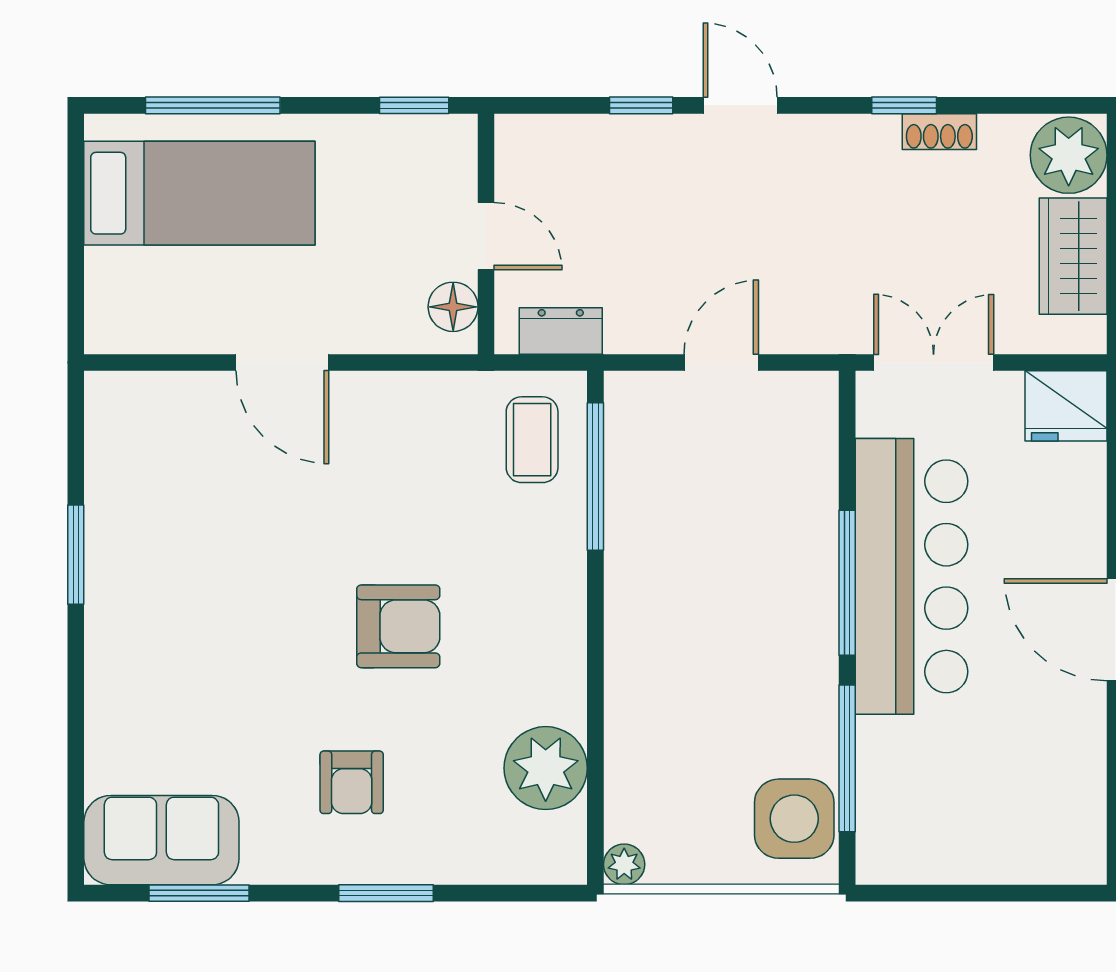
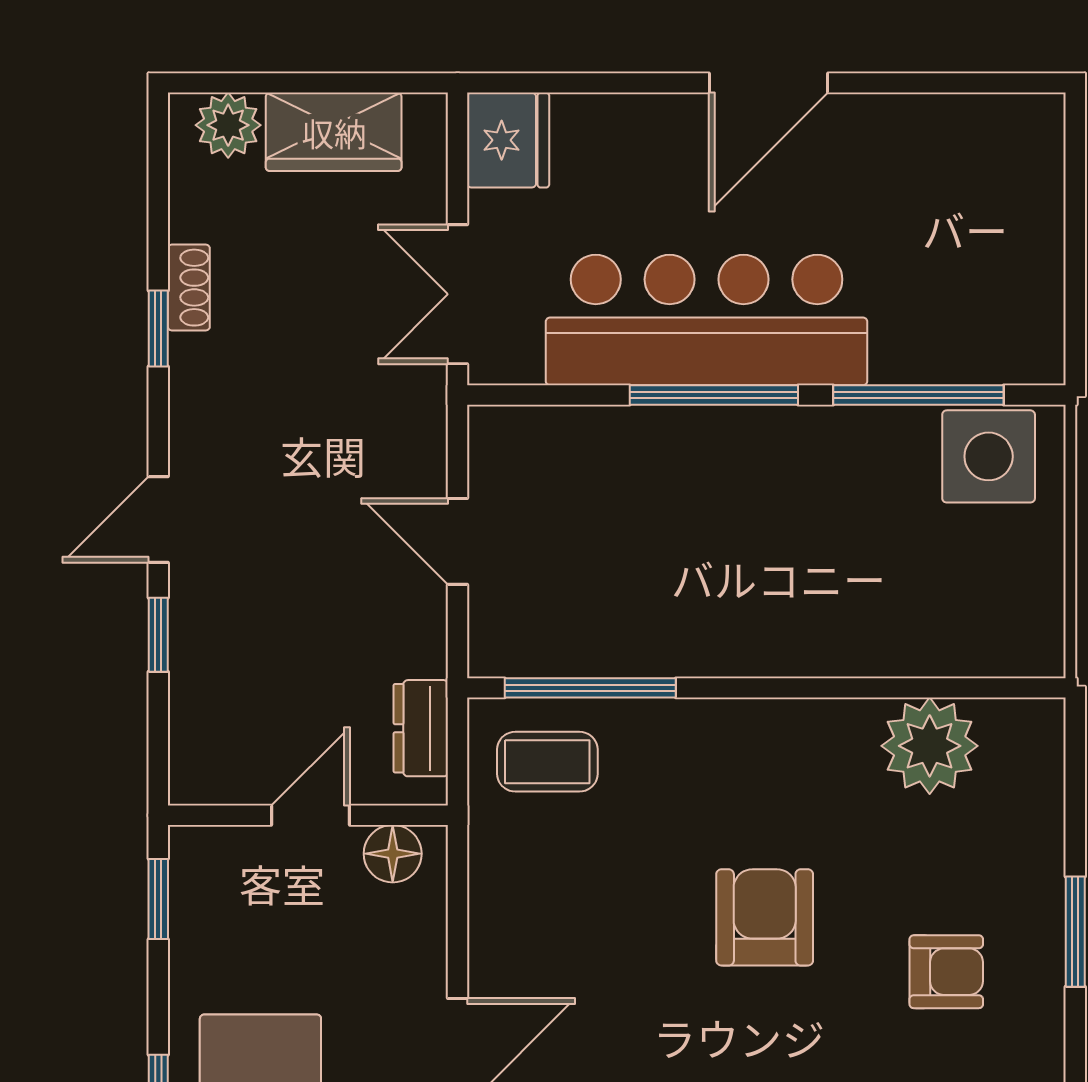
plant: (1069, 155) -> (228, 125), width x0.73, depth x0.73
plant: (624, 864) -> (1042, 654), removed

